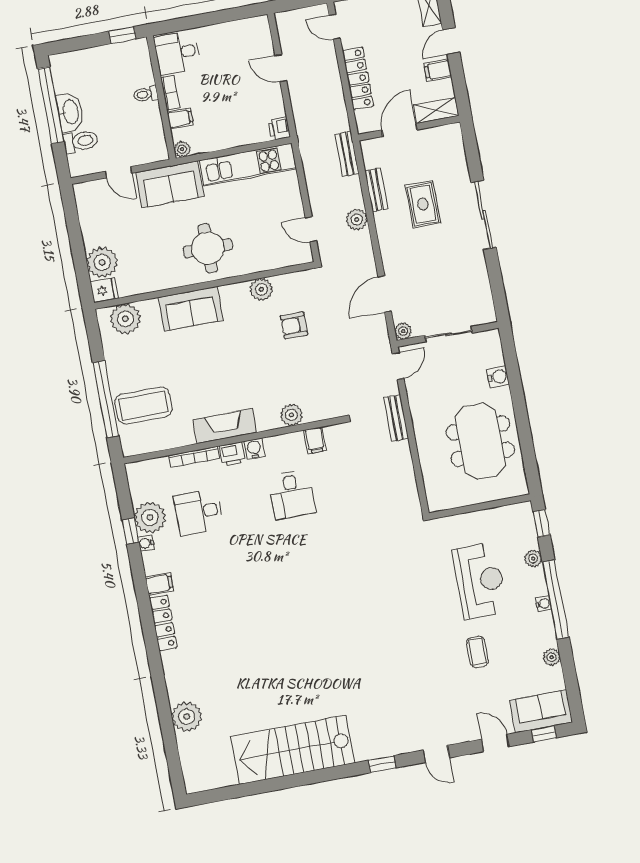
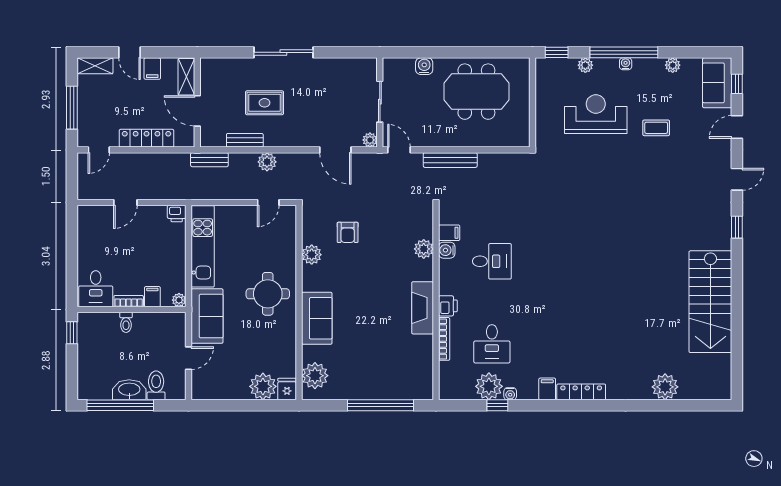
coffee table: (143, 405) -> (392, 374), removed
bench: (396, 418) -> (450, 160), width x1.36
water cooler: (254, 449) -> (447, 250), moved

